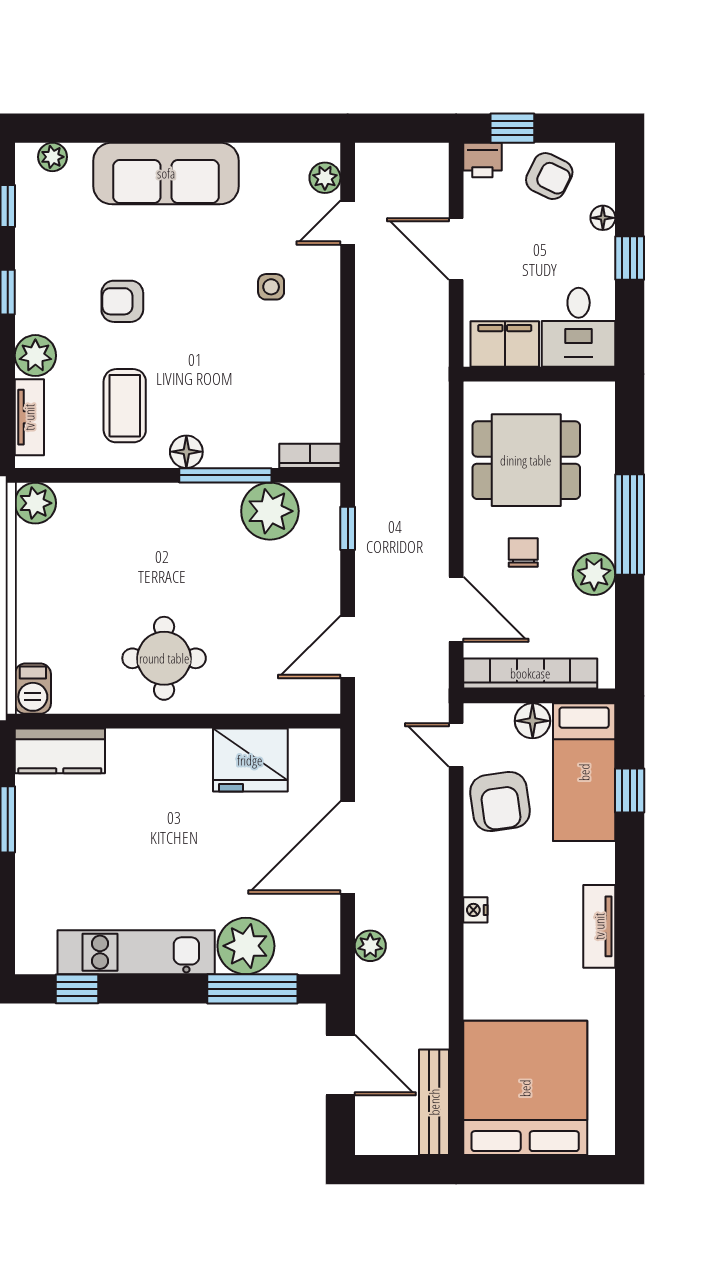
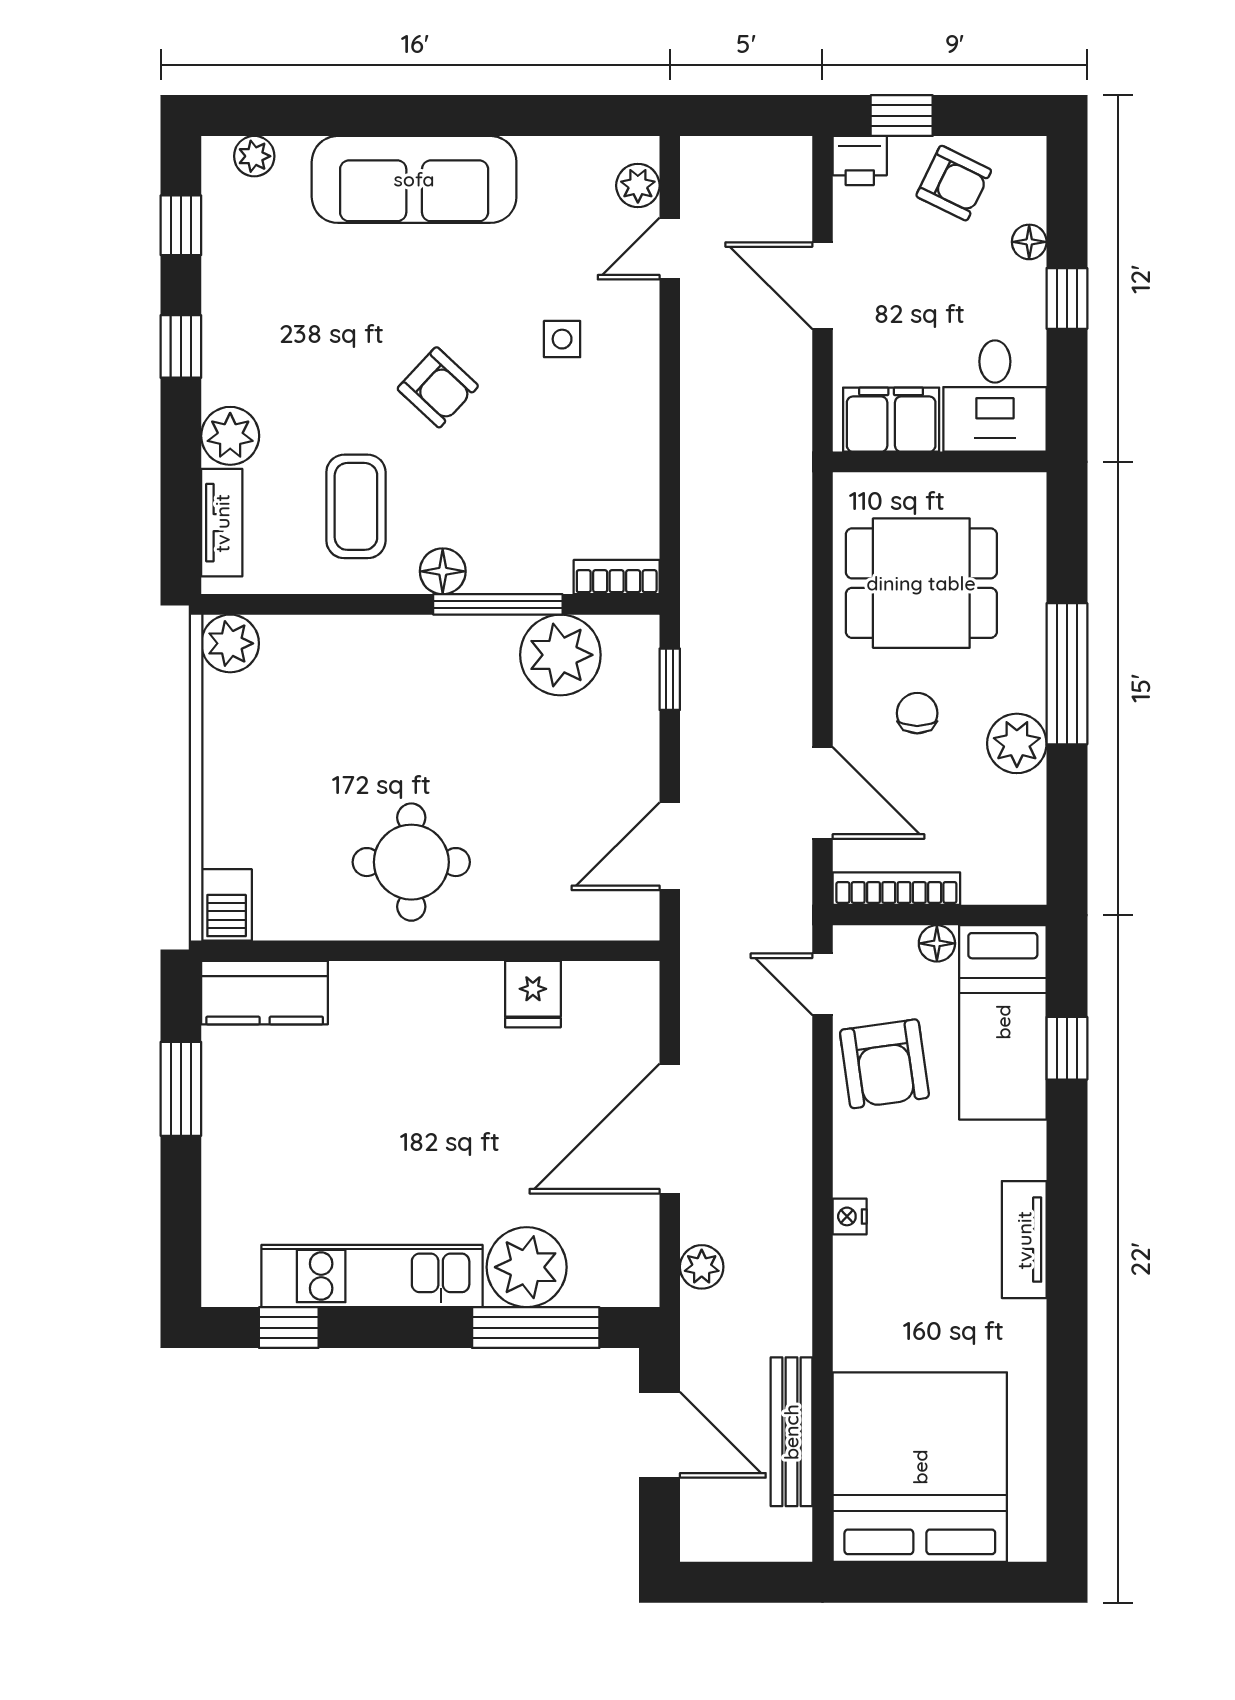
armchair: (122, 301) -> (438, 387), moved, turned -137
bookcase: (530, 673) -> (896, 889), width x0.68, depth x0.76
floor lamp: (533, 721) -> (937, 943), width x0.73, depth x0.73
fridge: (250, 760) -> (533, 994), width x0.53, depth x0.75
bench: (434, 1102) -> (791, 1432), moved

